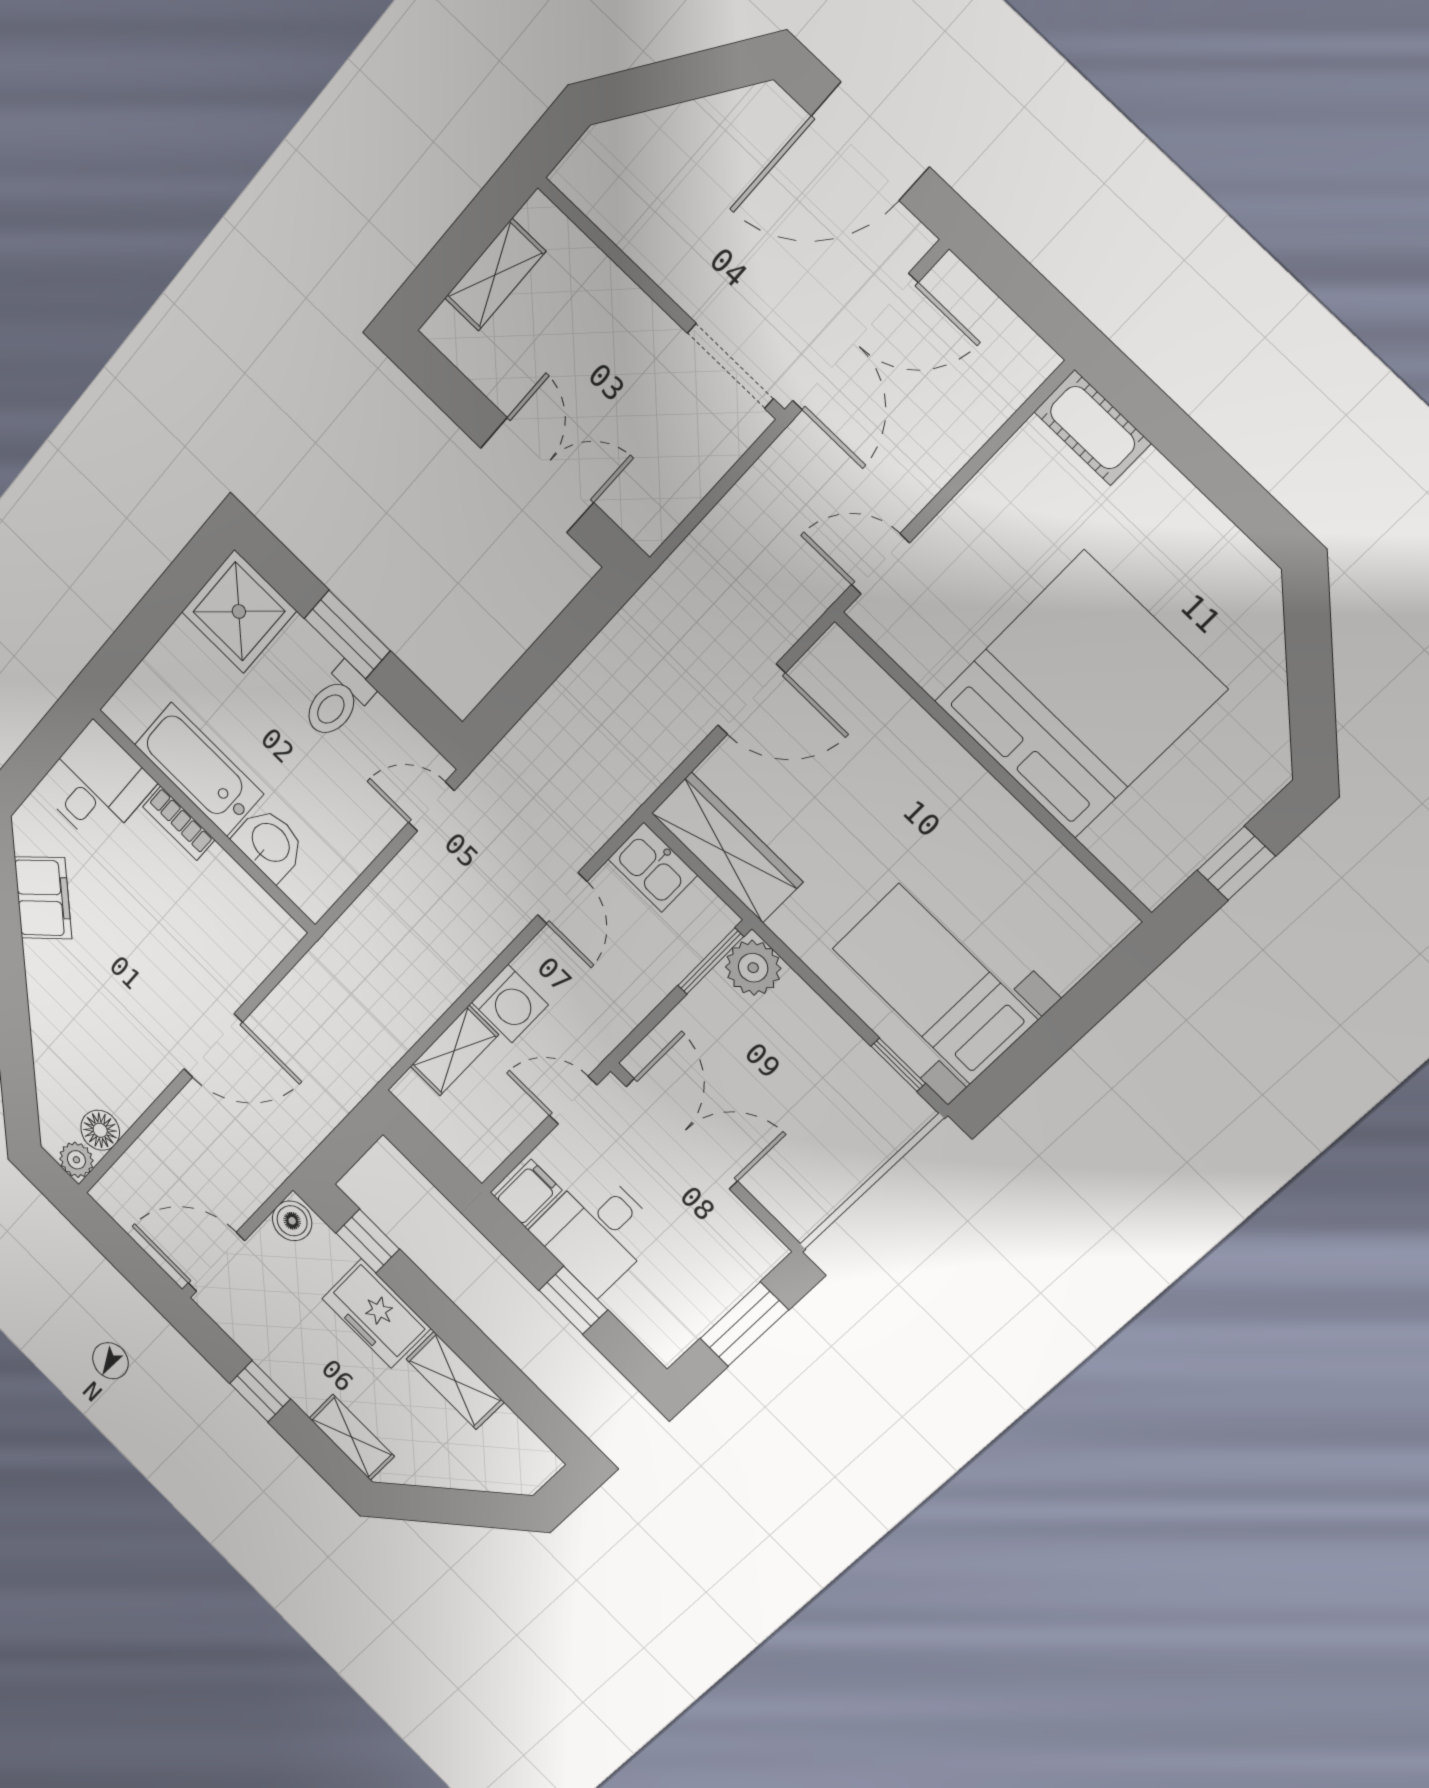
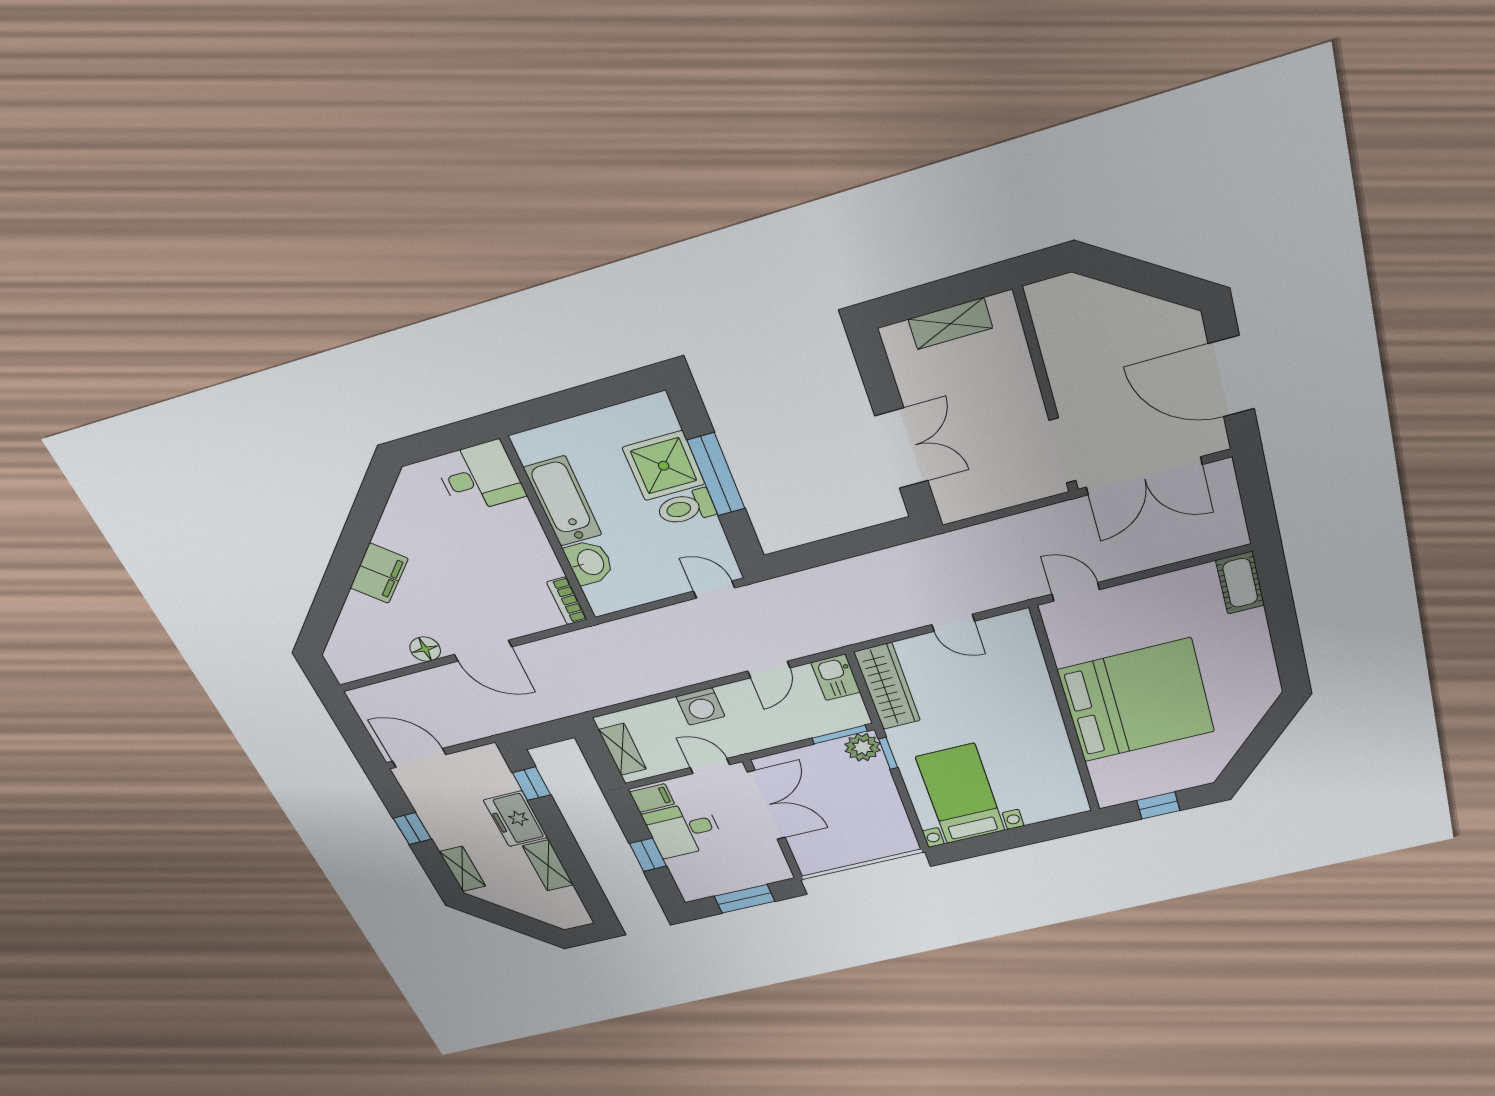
shower: (239, 611) -> (664, 466), moved
window: (347, 635) -> (716, 475), width x1.44
door: (752, 699) -> (953, 623), width x0.73
bookcase: (179, 823) -> (567, 601), moved
filing cabinet: (43, 898) -> (379, 573), moved
shelving: (454, 1051) -> (622, 749), moved, turned 90
window: (898, 1065) -> (888, 753), moved
floor lamp: (100, 1130) -> (425, 649), moved
plant: (76, 1160) -> (345, 672), removed
boiler: (292, 1221) -> (485, 757), removed

